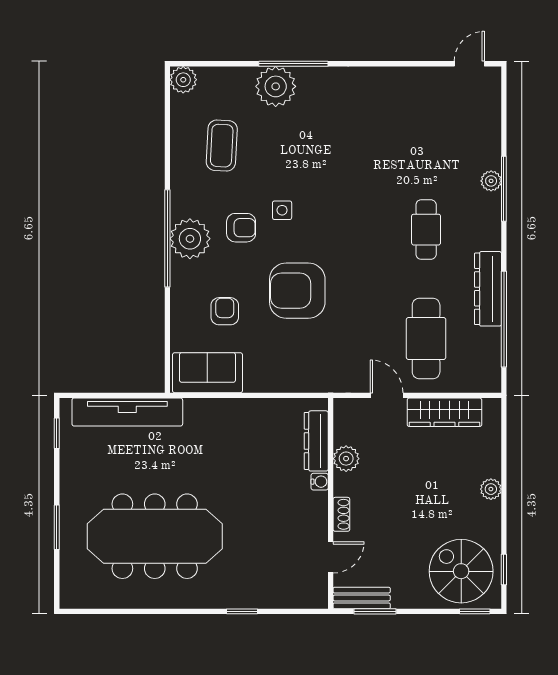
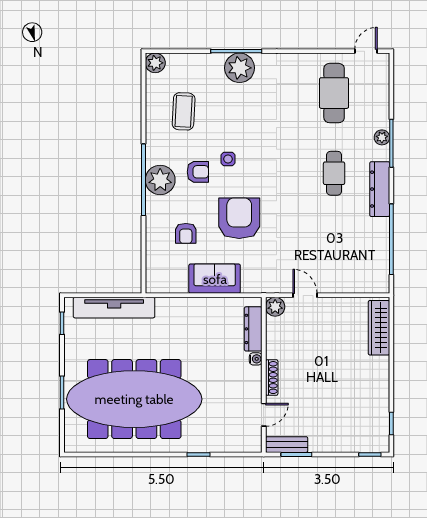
plant: (276, 86) -> (240, 68), moved
dresser: (488, 289) -> (380, 189), moved
armchair: (297, 291) -> (239, 218), turned 90
armchair: (225, 311) -> (186, 233), turned 180
cafe table: (426, 338) -> (334, 93), moved
sofa: (207, 373) -> (215, 279), moved
wardrobe: (444, 412) -> (379, 328), moved, turned 90
plant: (346, 459) -> (275, 307), moved
plant: (491, 489) -> (382, 364), removed
shoe rack: (341, 514) -> (272, 378), width x1.43
meeting table: (155, 536) -> (134, 399), width x1.36, depth x1.27
spiral stairs: (461, 571) -> (360, 425), removed

